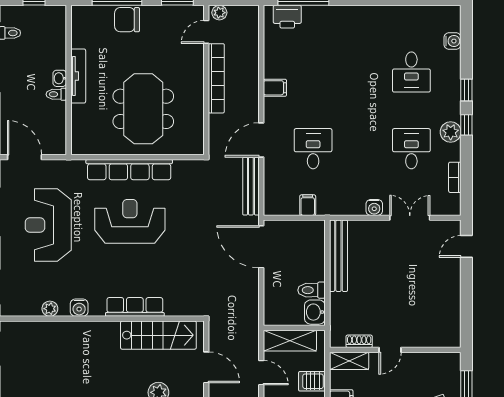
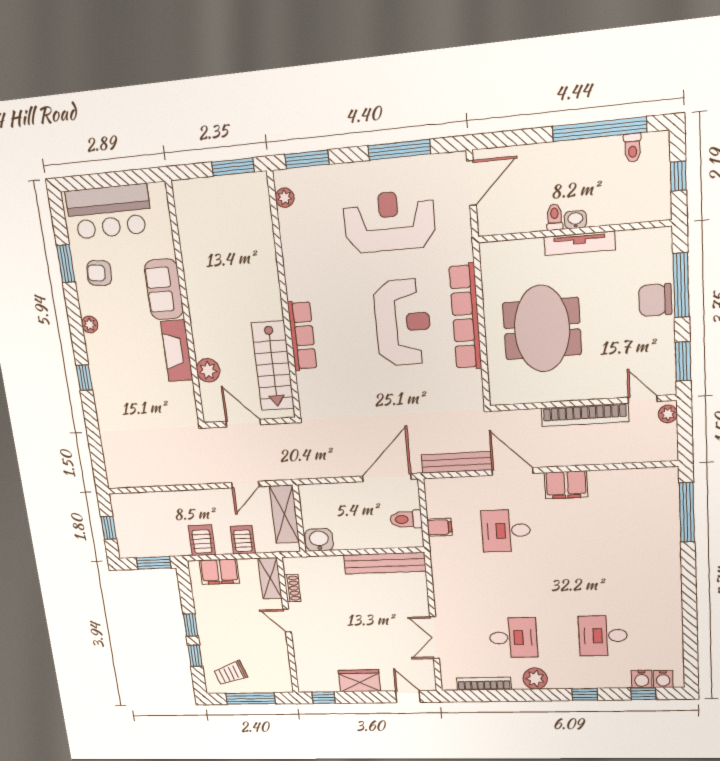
printer: (287, 17) -> (665, 495), removed
chair: (127, 20) -> (655, 300), turned -90
filing cabinet: (275, 88) -> (566, 485), width x2.00
meeting table: (143, 109) -> (542, 329), turned 90
window: (466, 125) -> (643, 694), moved
desk: (313, 149) -> (506, 531), turned 180
bookcase: (455, 177) -> (484, 684), width x1.56
water cooler: (374, 207) -> (663, 679), moved, turned -90
double door: (410, 218) -> (435, 638), swing flipped
wardrobe: (450, 289) -> (359, 681), added
toilet: (312, 290) -> (406, 519), moved, turned -90
water cooler: (79, 308) -> (294, 269), removed
plant: (50, 309) -> (285, 198), moved
window: (466, 324) -> (324, 698), added
door: (206, 367) -> (243, 423), swing flipped

